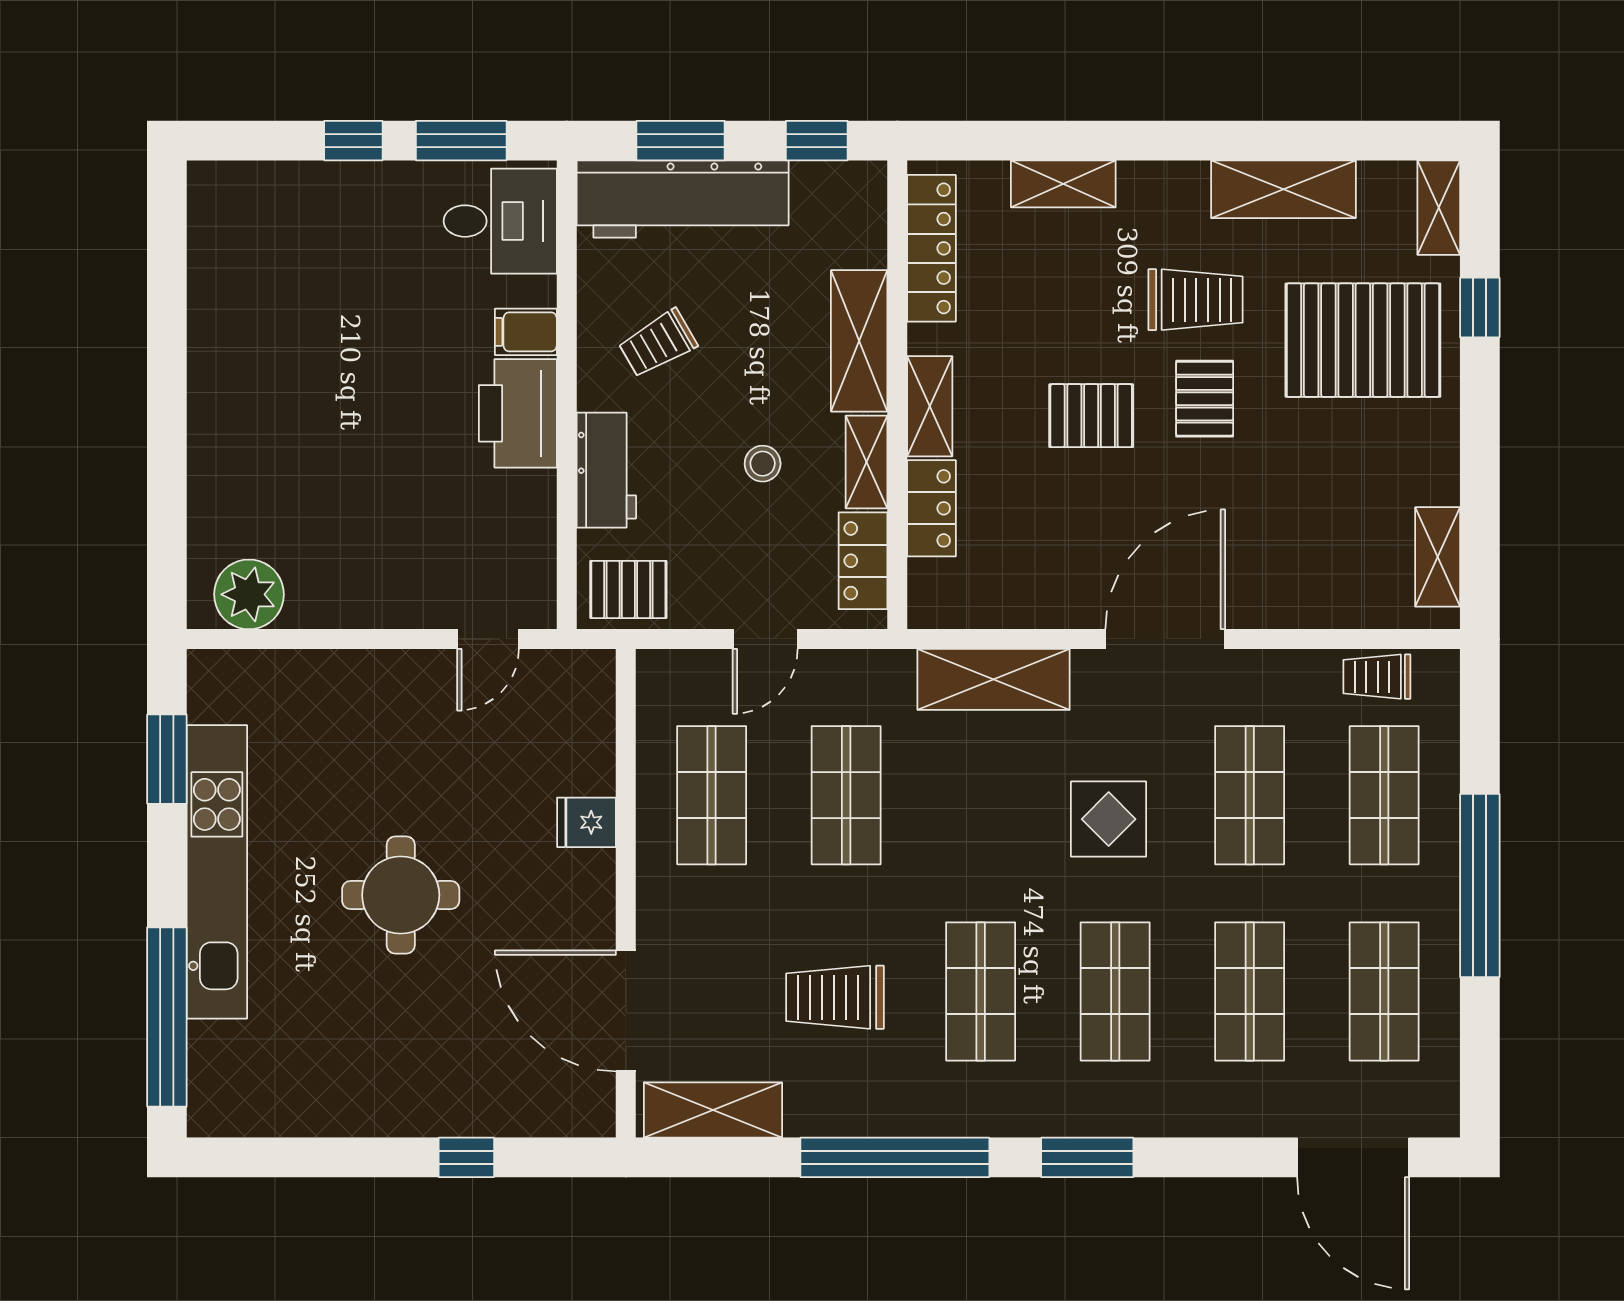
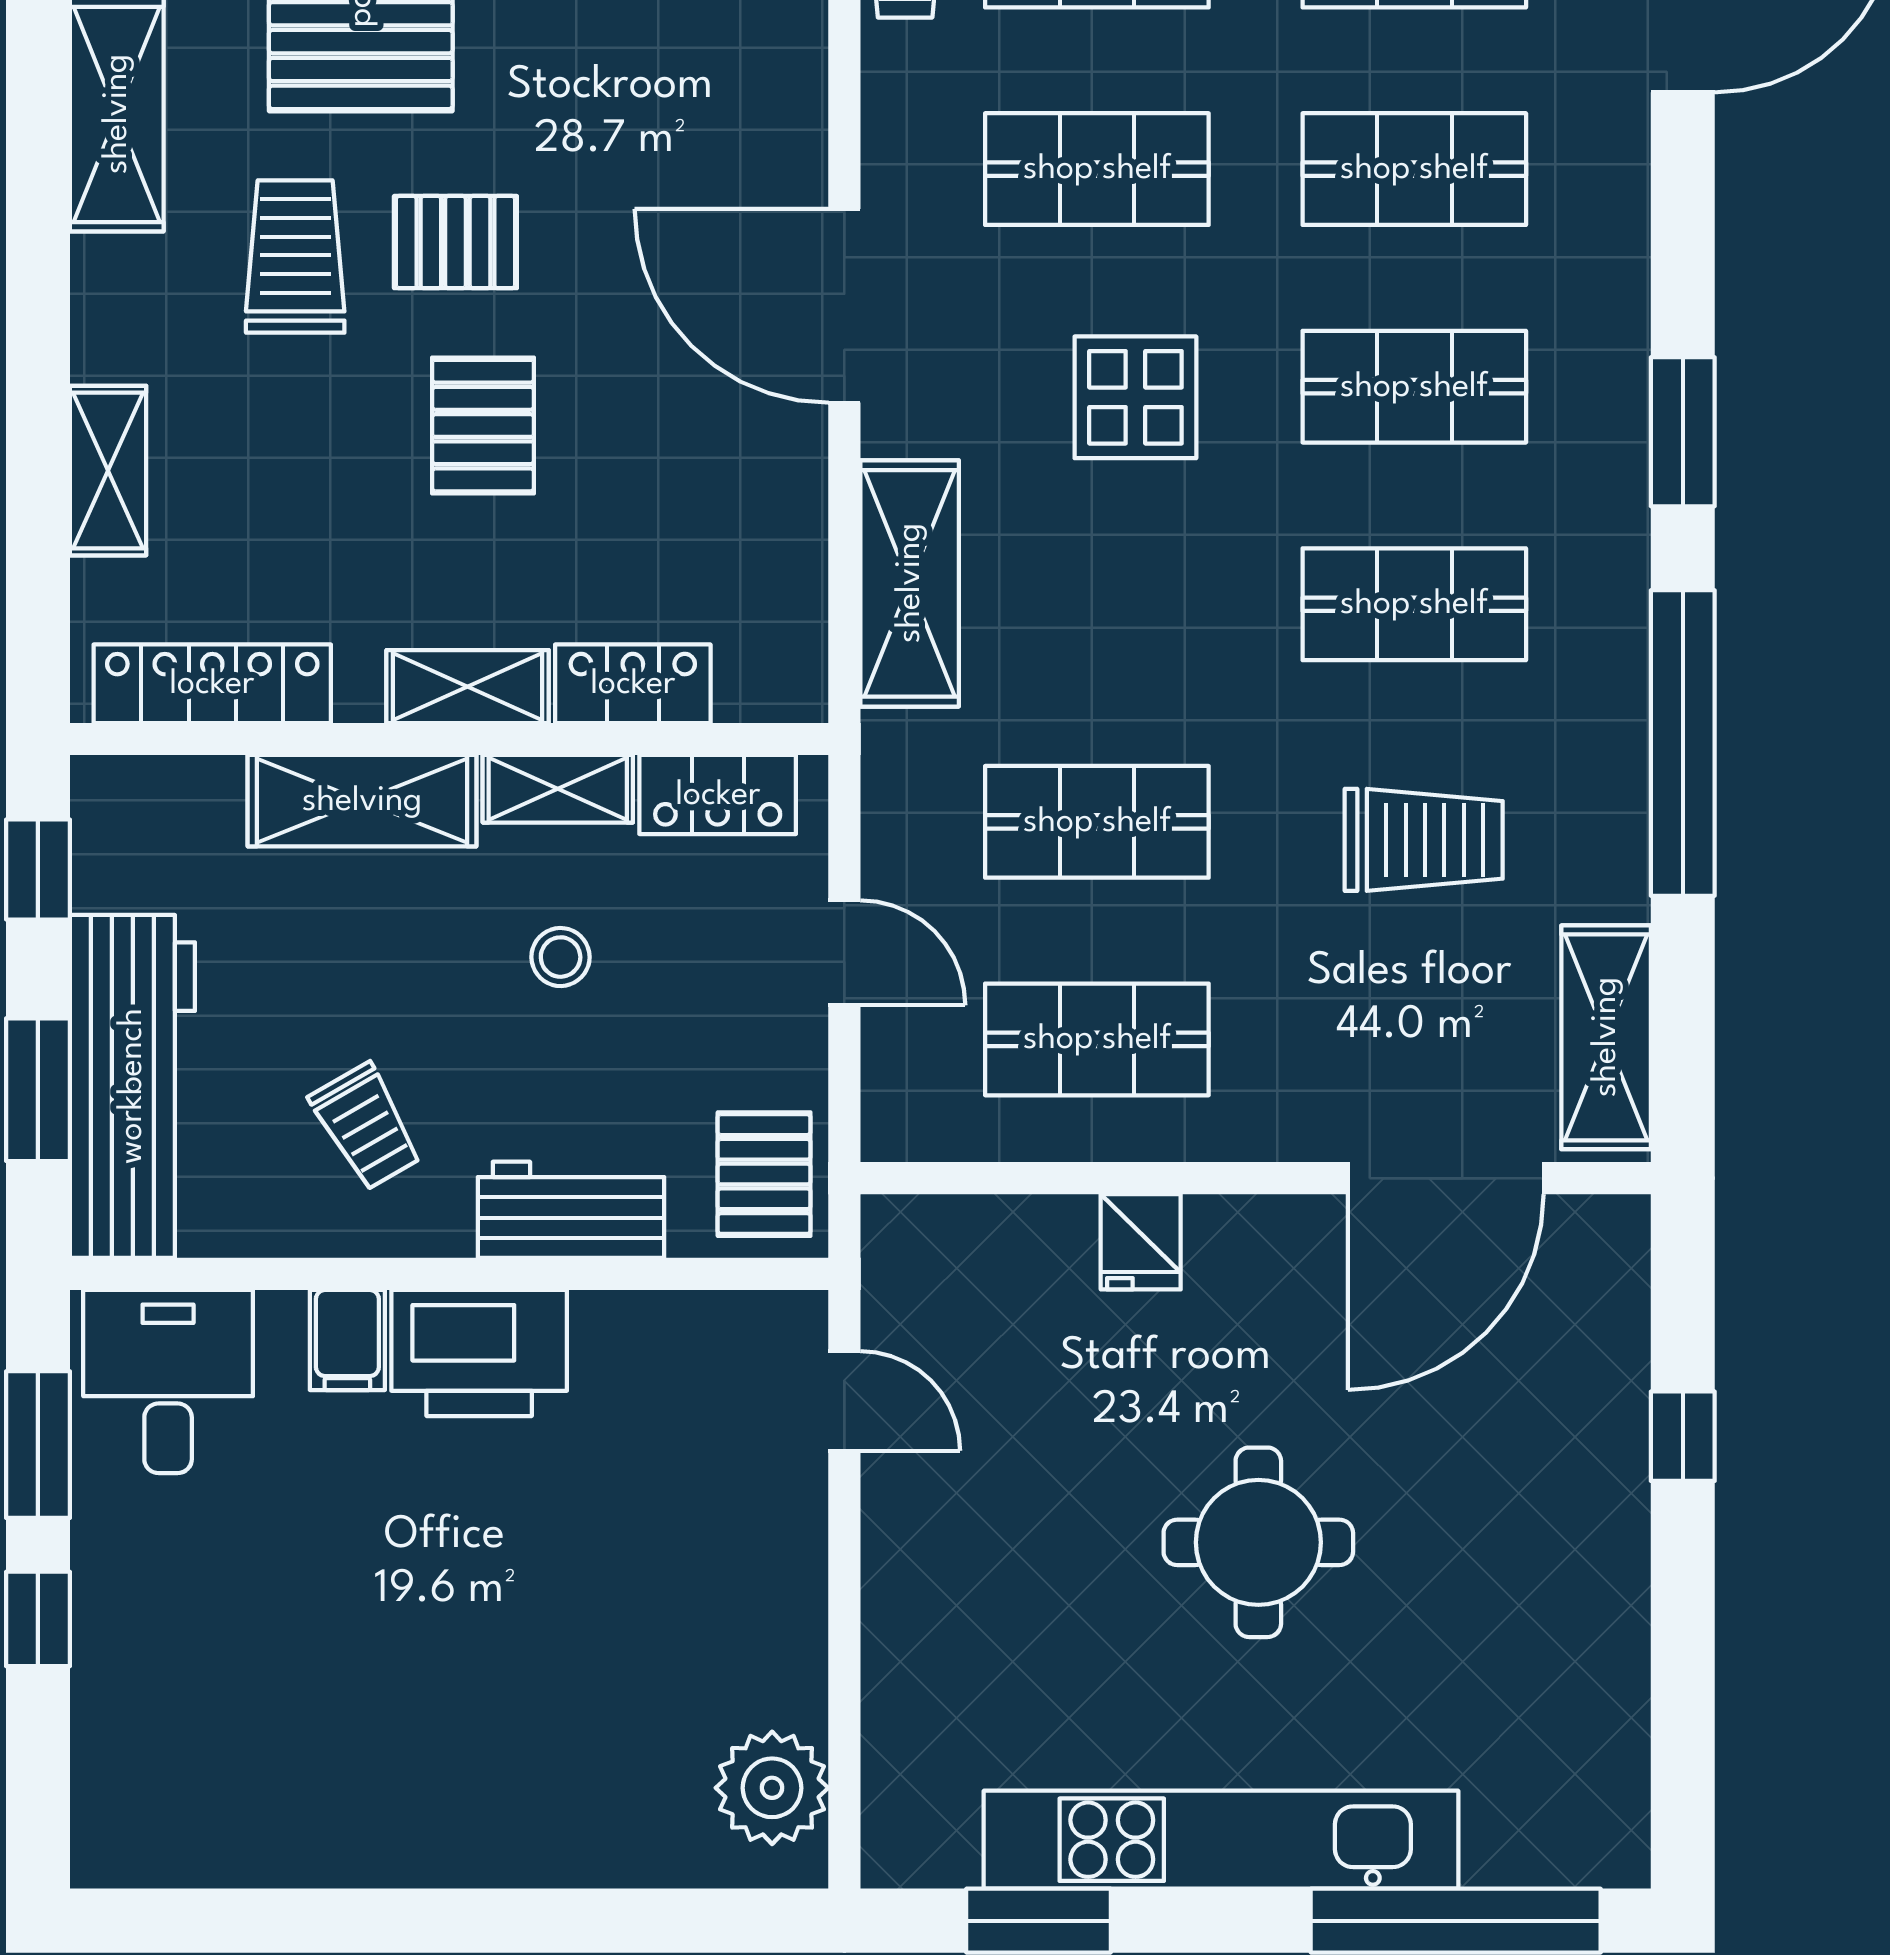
trolley: (835, 997) -> (1424, 840), turned -90

